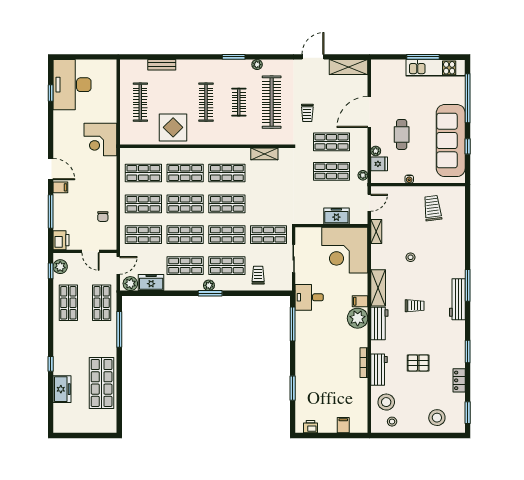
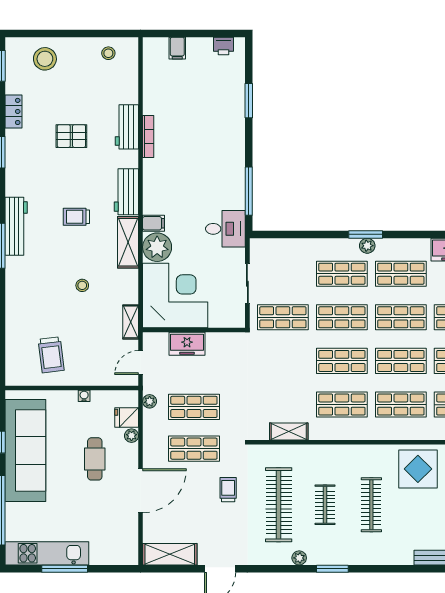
trolley: (258, 275) -> (298, 260), removed
plant: (358, 318) -> (157, 247), moved
stool: (386, 402) -> (117, 81), removed

